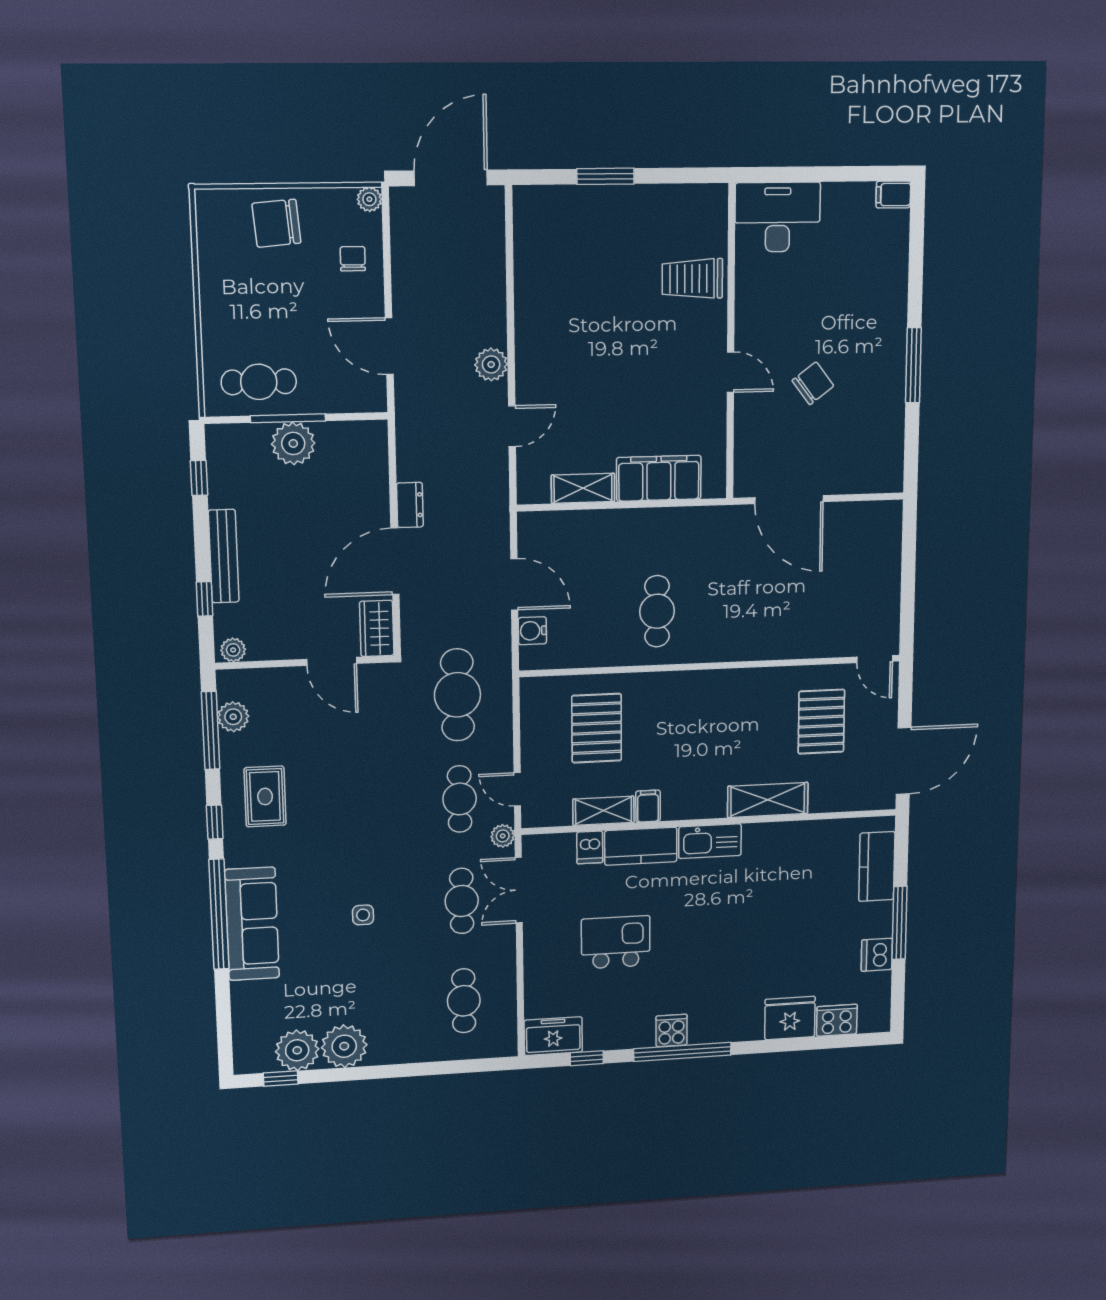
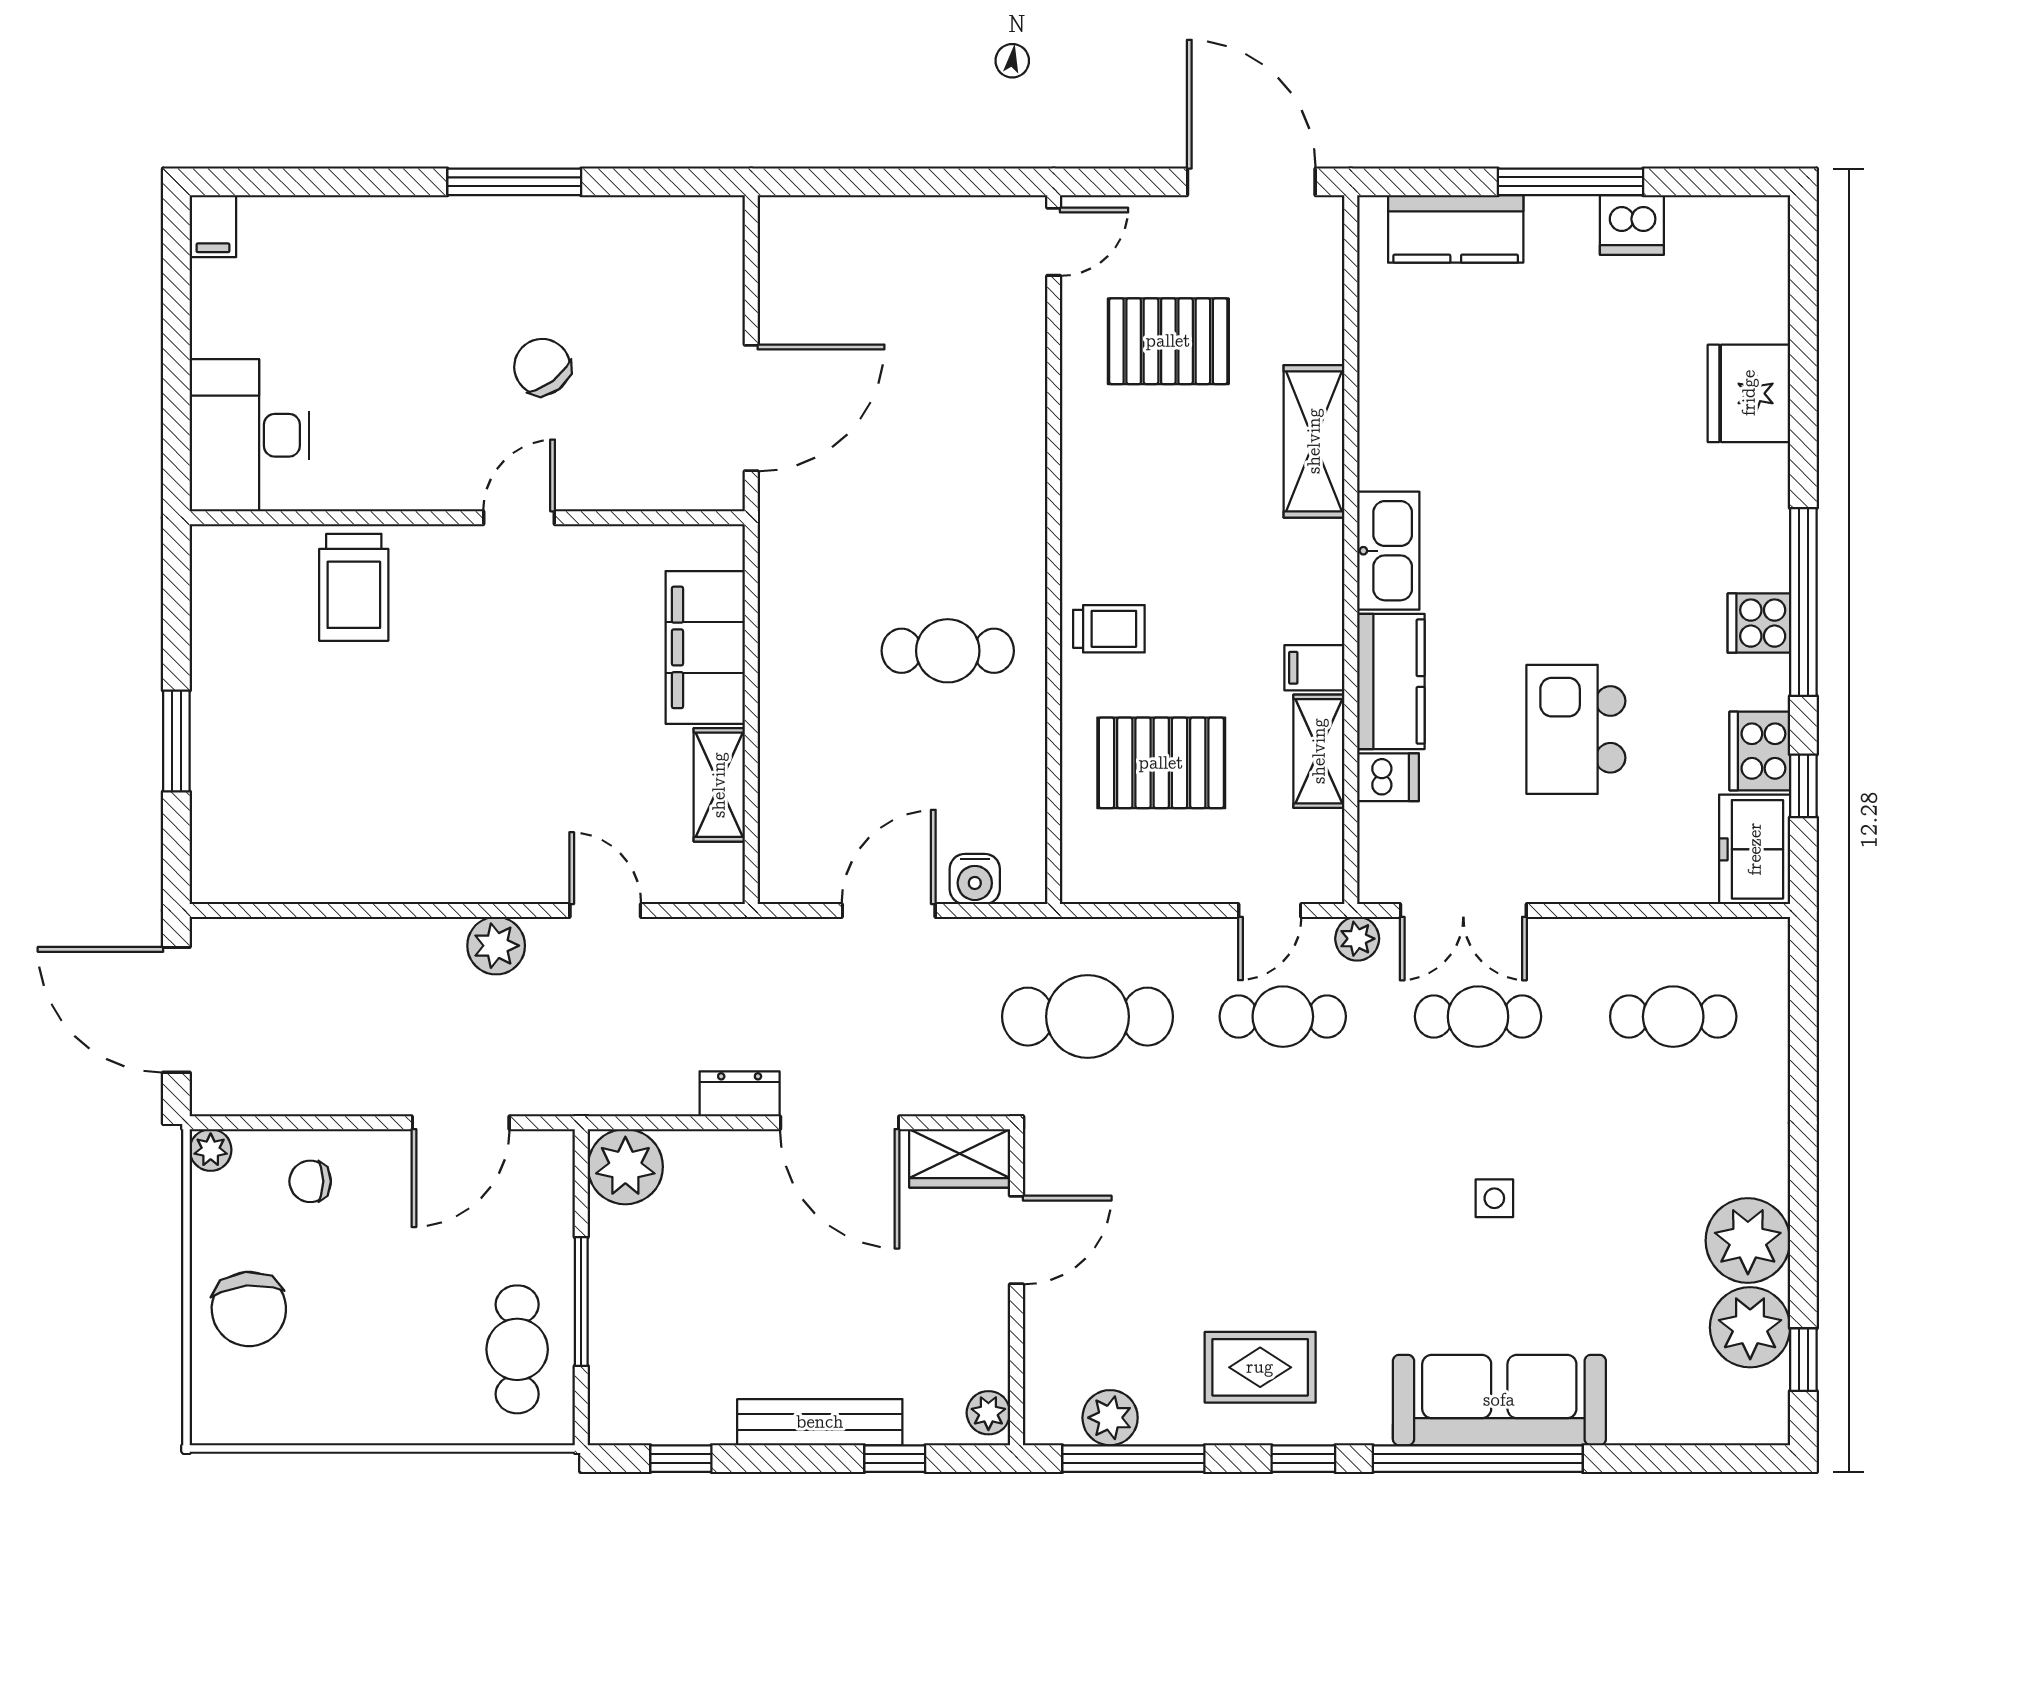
plant: (293, 443) -> (625, 1167), moved
trolley: (669, 697) -> (1109, 629), added
cooker: (837, 1020) -> (1760, 751), moved

